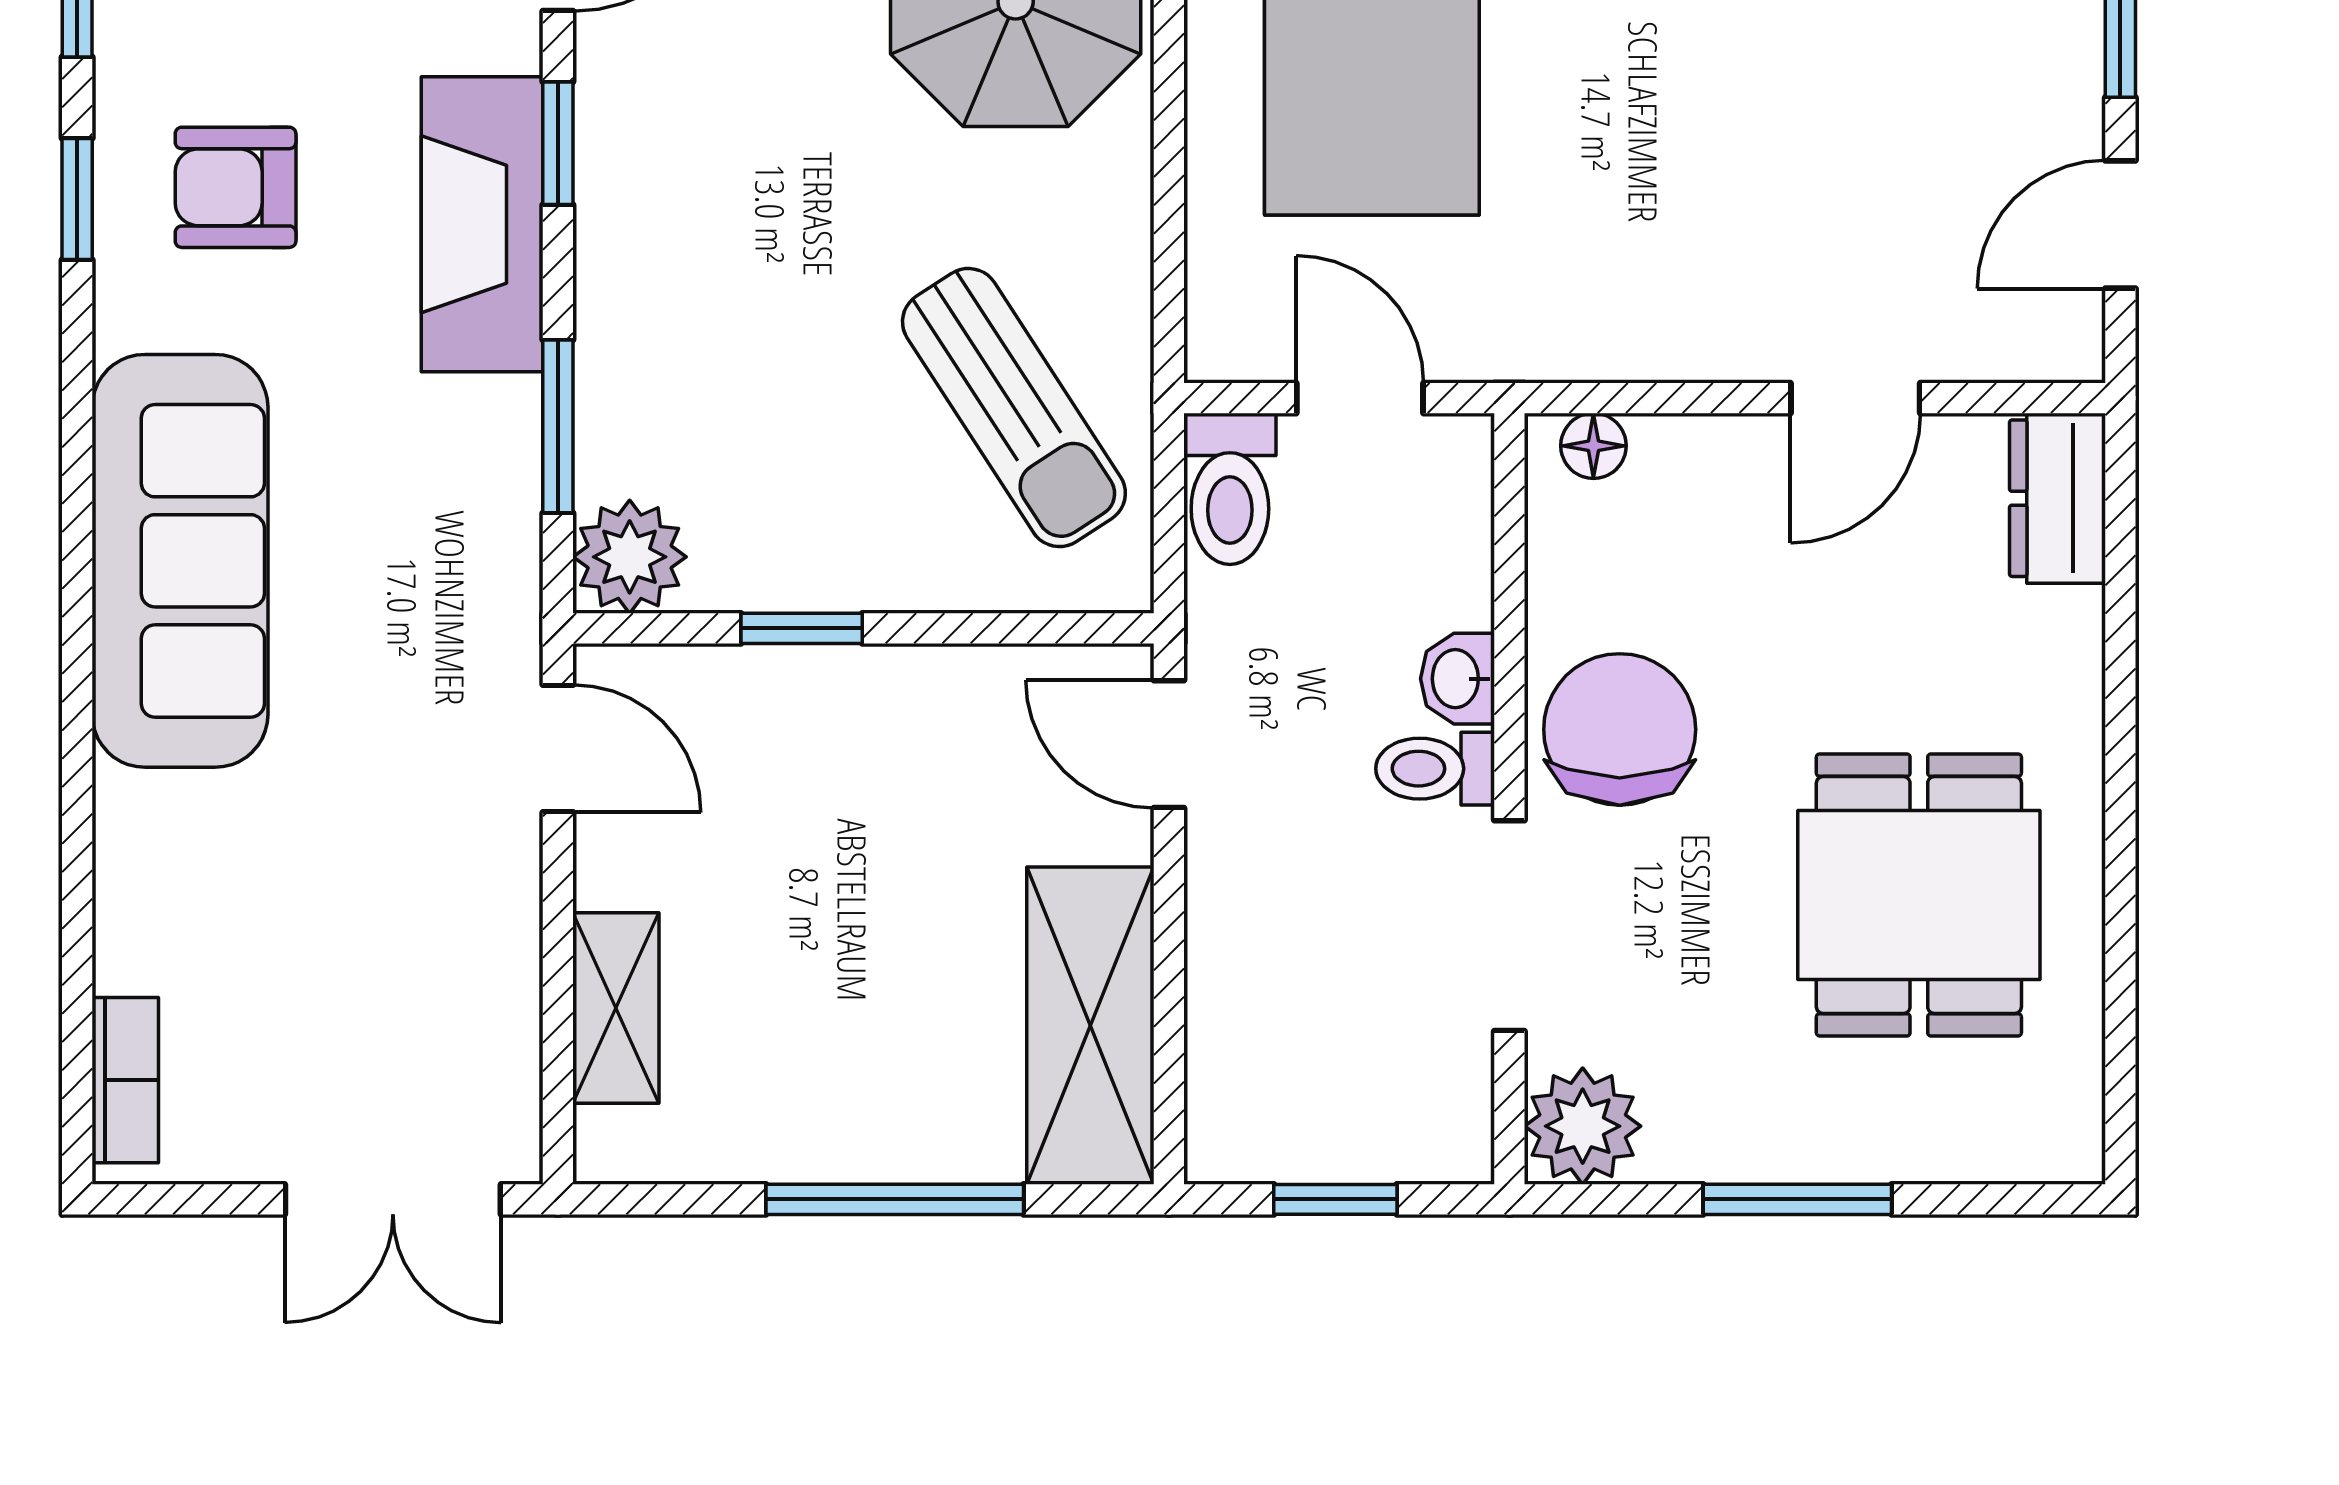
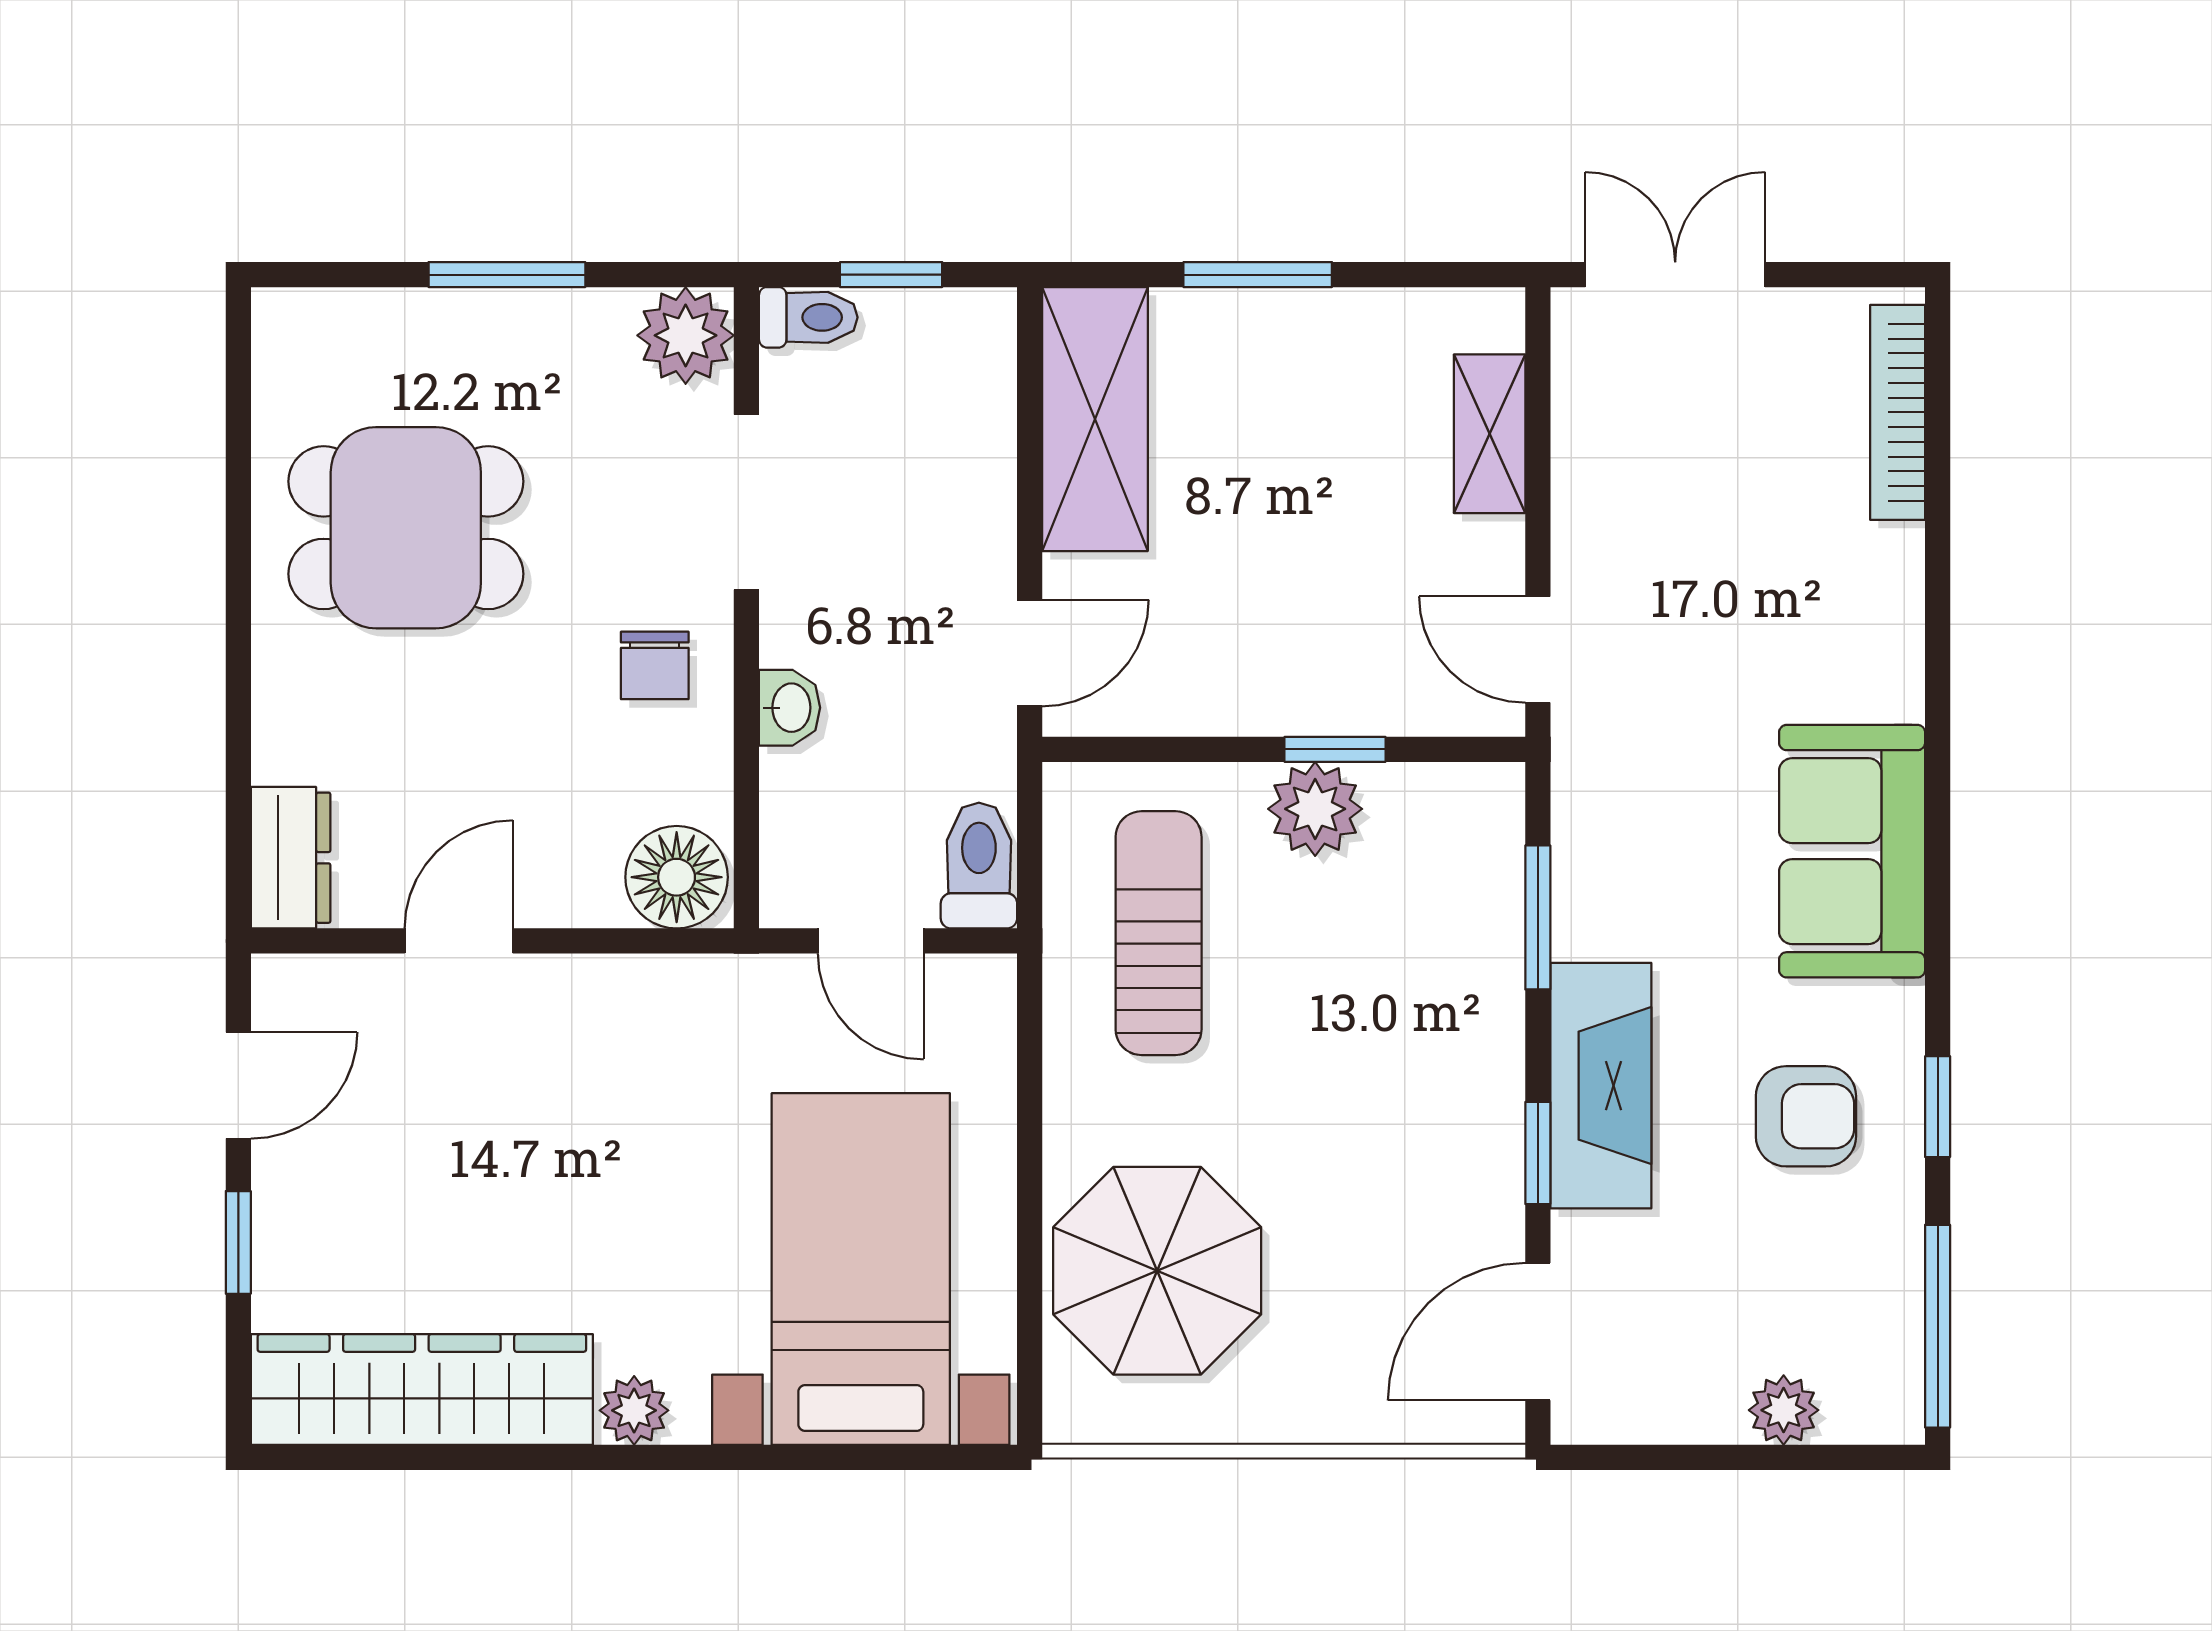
sun lounger: (1014, 408) -> (1159, 933), turned 33
floor lamp: (1593, 446) -> (677, 877), width x1.89, depth x1.89
plant: (630, 557) -> (1315, 809), moved
sofa: (180, 561) -> (1852, 851), width x0.73
chair: (1620, 729) -> (655, 665), width x0.54, depth x0.54
door: (1169, 744) -> (1030, 653), hinge flipped
toilet: (1435, 769) -> (808, 317), moved
dining table: (1919, 895) -> (406, 528), turned 90
bookcase: (125, 1080) -> (1898, 412), width x1.56
window: (895, 1199) -> (1258, 275), width x0.69

